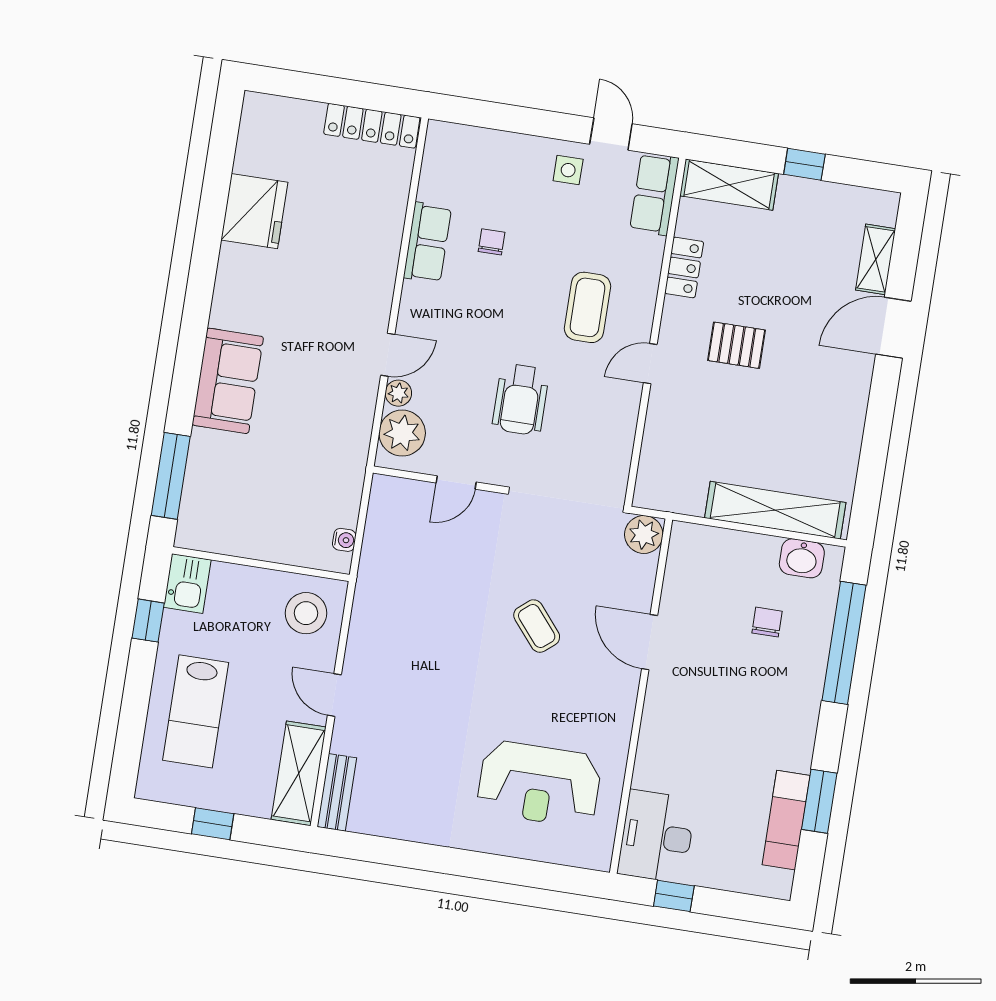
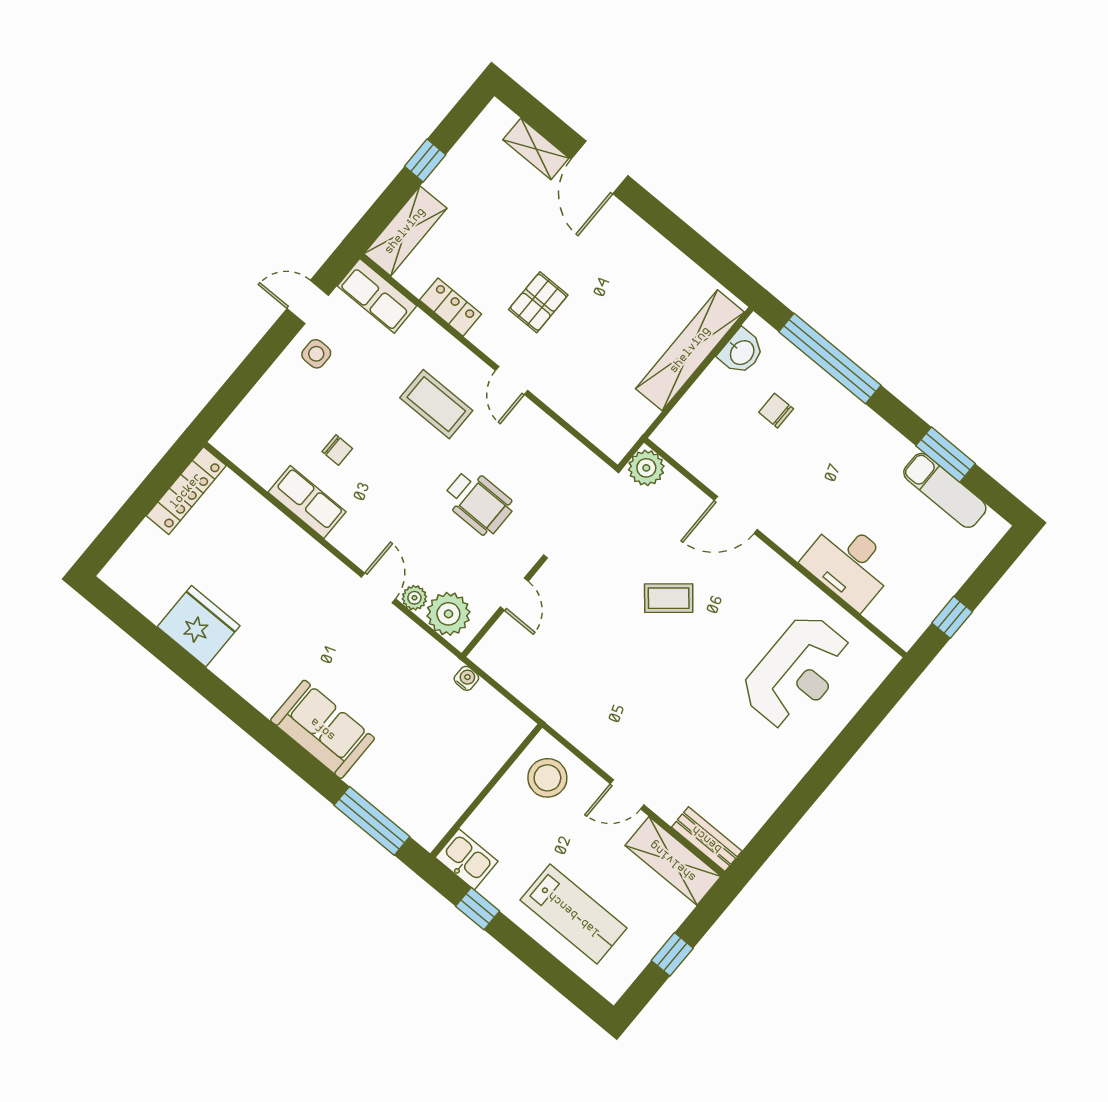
chair: (492, 242) -> (337, 450), turned 180
water cooler: (344, 540) -> (466, 678), moved
desk: (657, 836) -> (849, 564), moved

